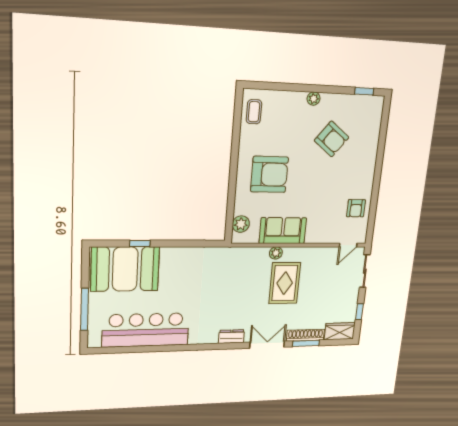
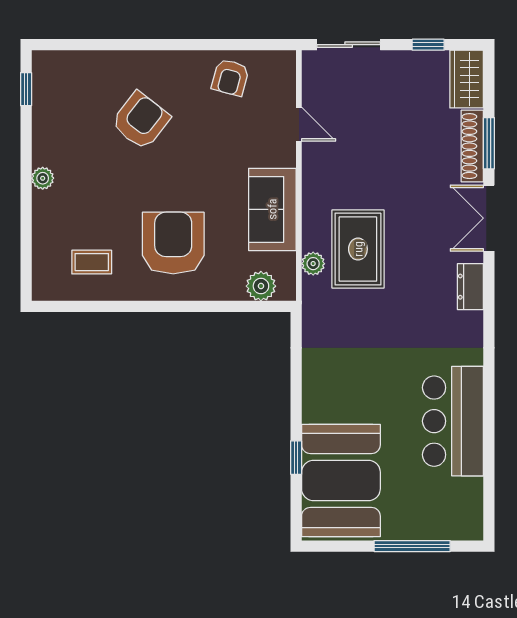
coffee table: (254, 112) -> (92, 262), moved
armchair: (332, 139) -> (141, 121), moved
armchair: (356, 208) -> (230, 77), turned 105
door: (348, 245) -> (299, 124), moved
plant: (276, 253) -> (313, 264), moved
rug: (285, 283) -> (358, 249), moved, turned 90
bar counter: (146, 330) -> (453, 421), width x0.73

